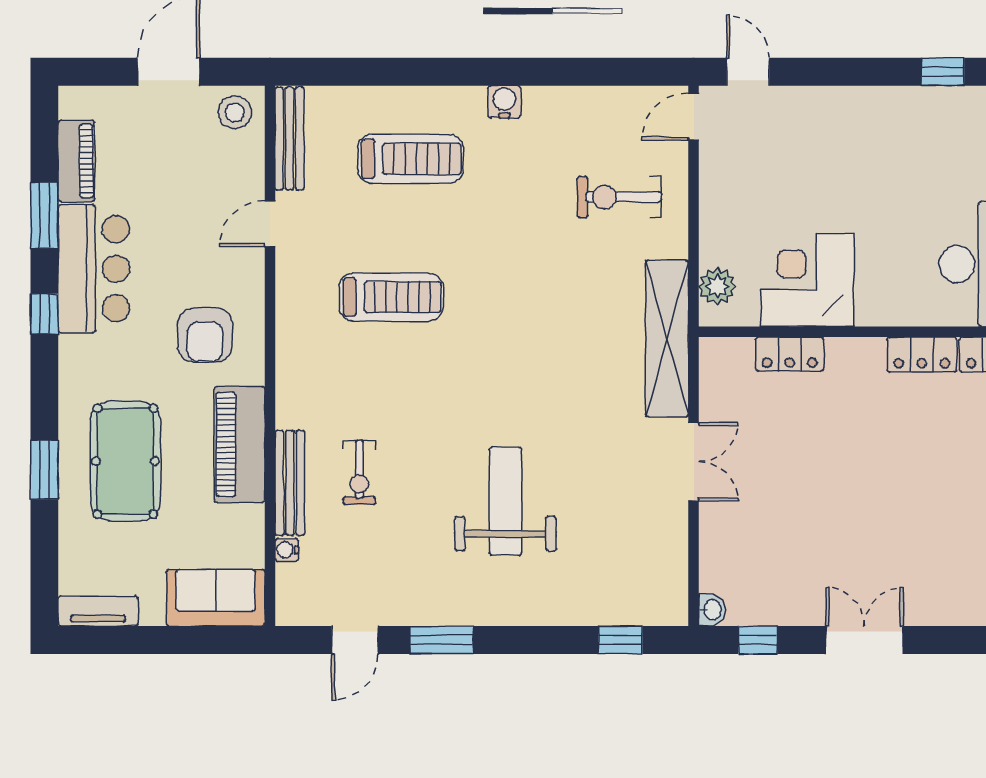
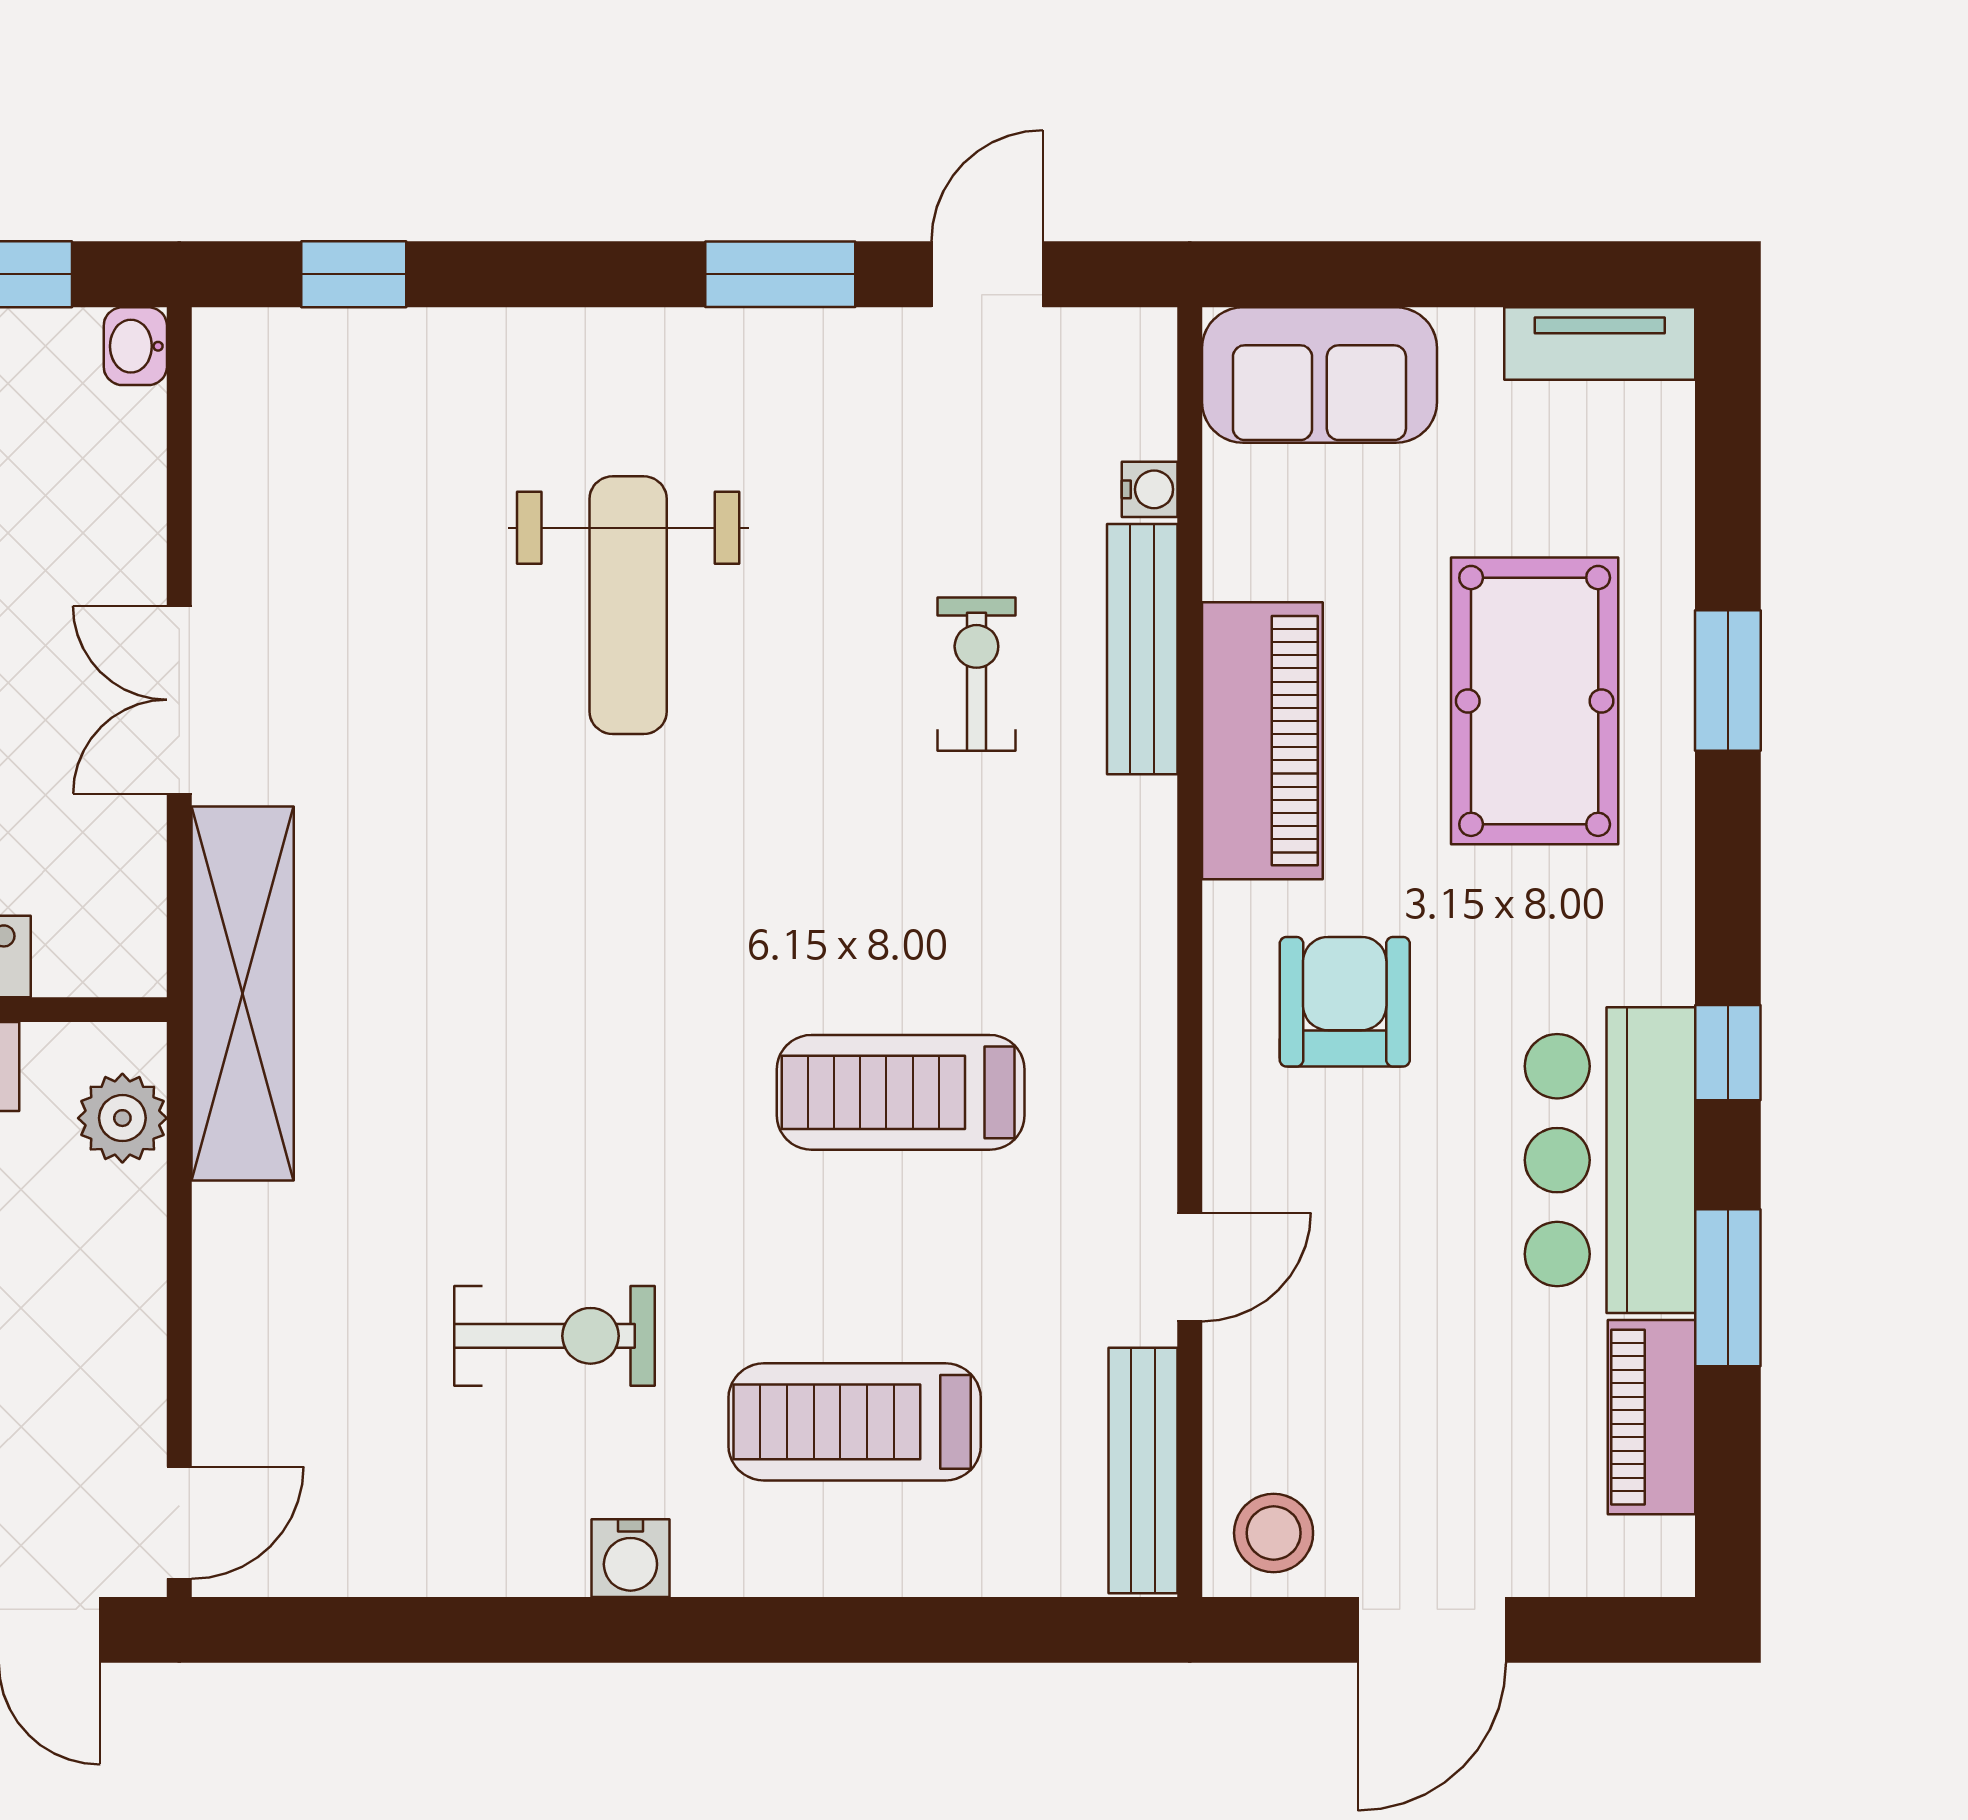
exercise bike: (620, 197) -> (554, 1336), moved

